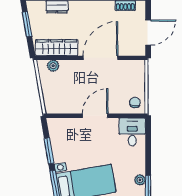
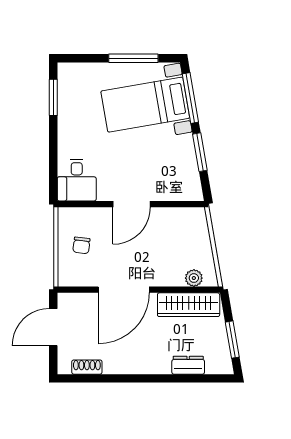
chair: (135, 103) -> (81, 245), moved
plant: (140, 180) -> (65, 109), removed

